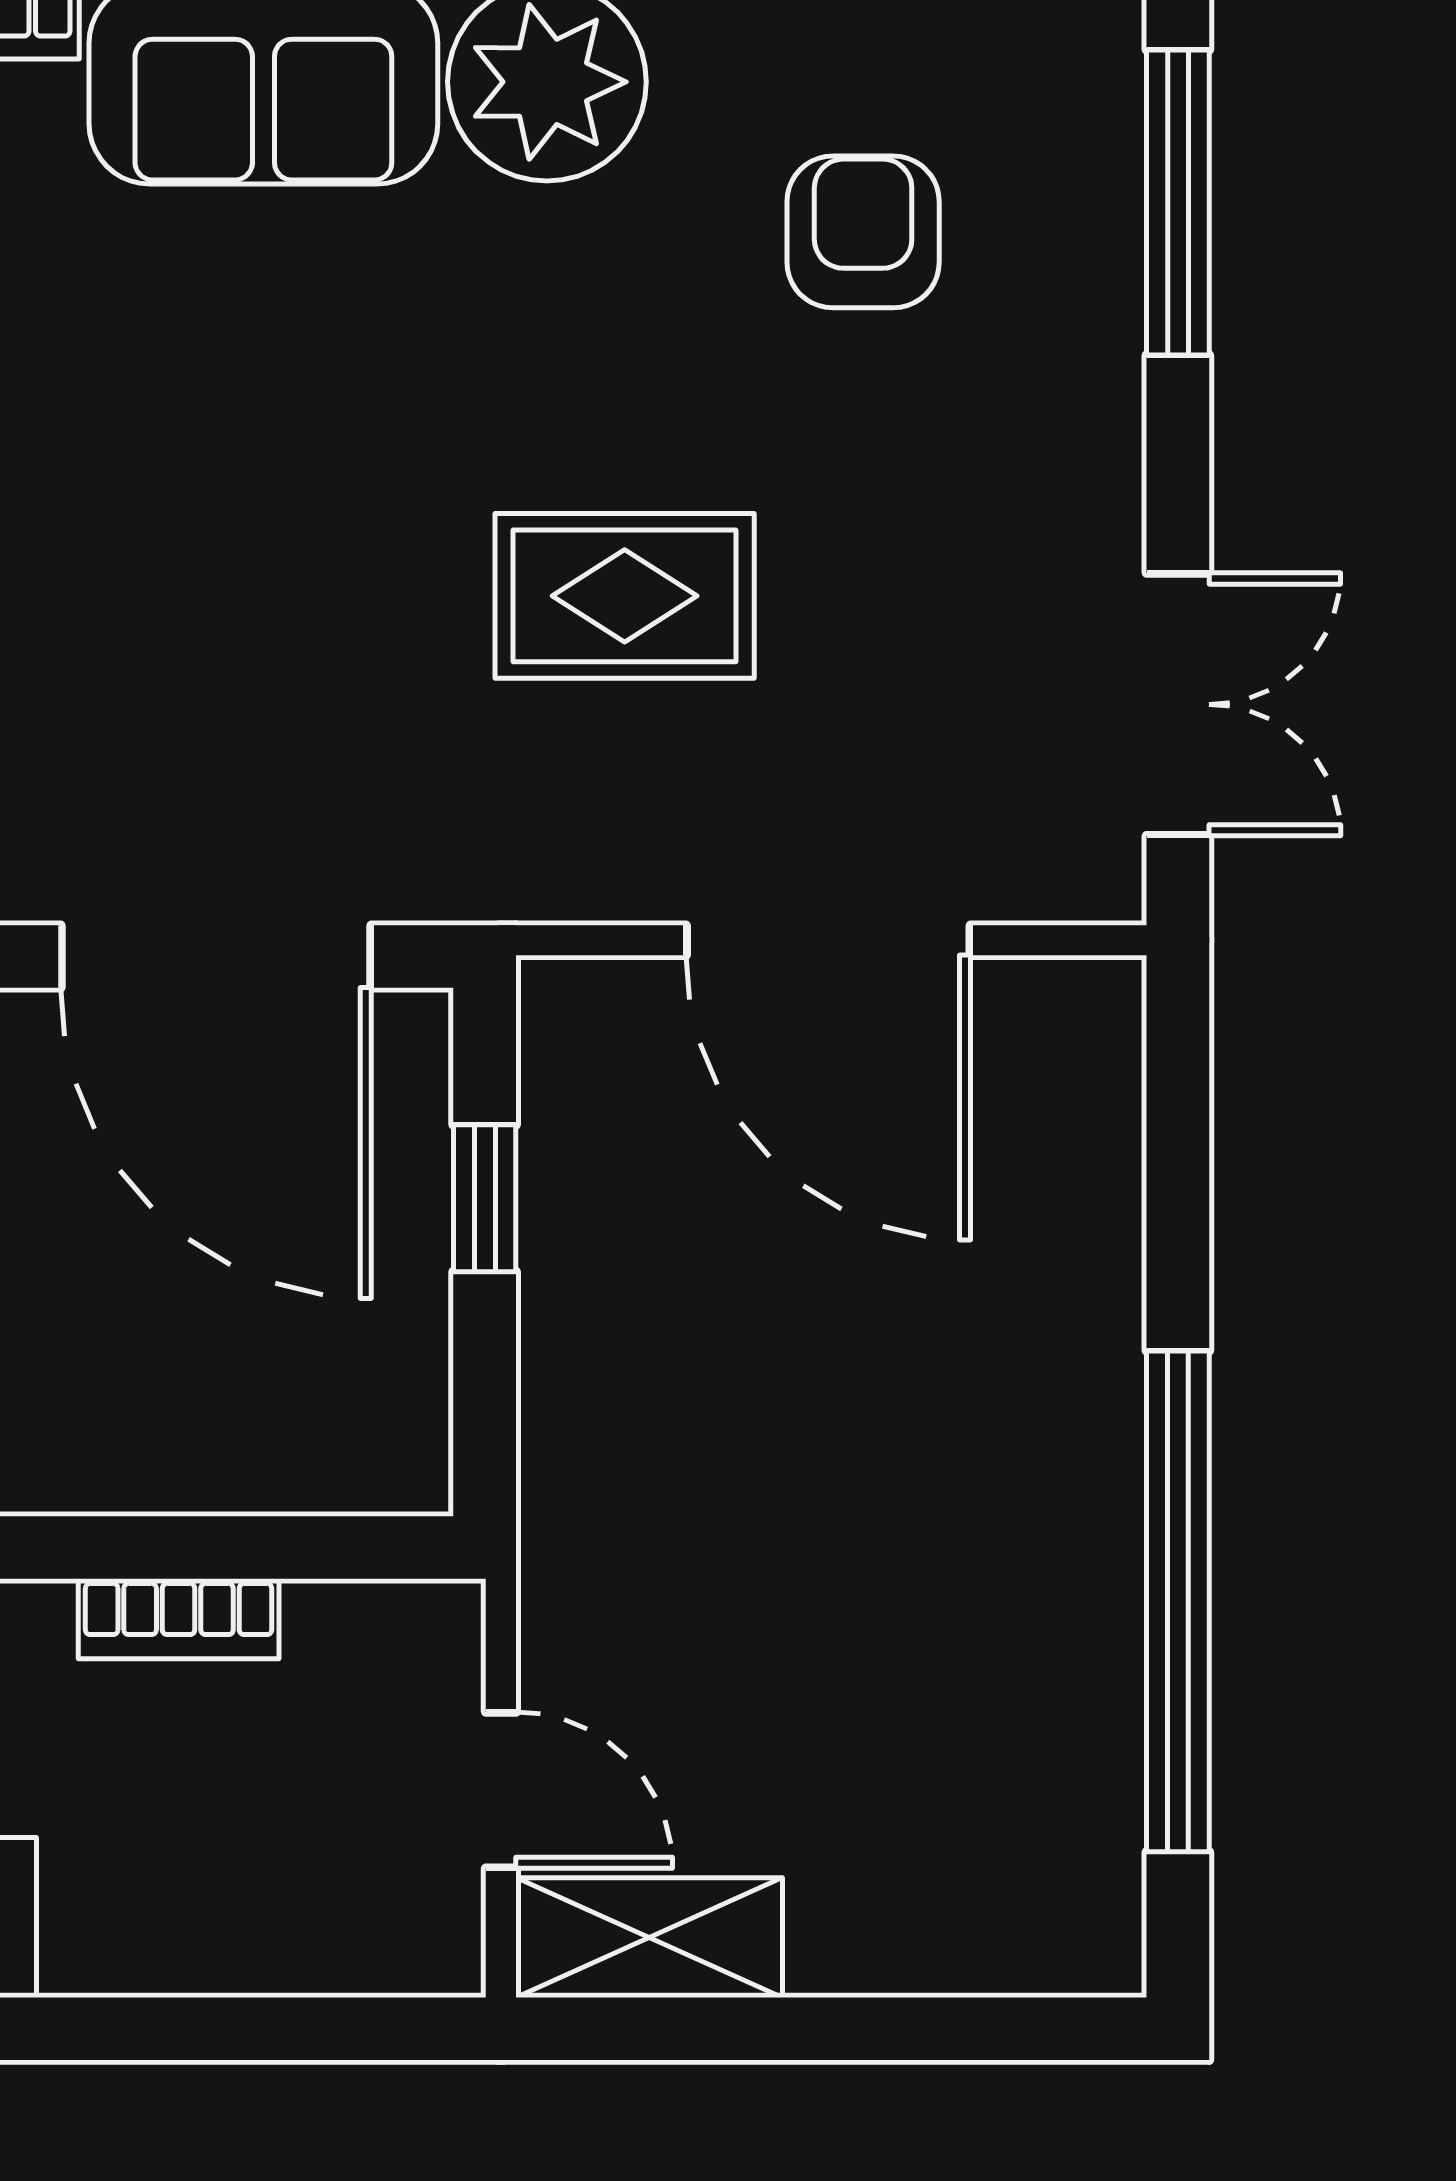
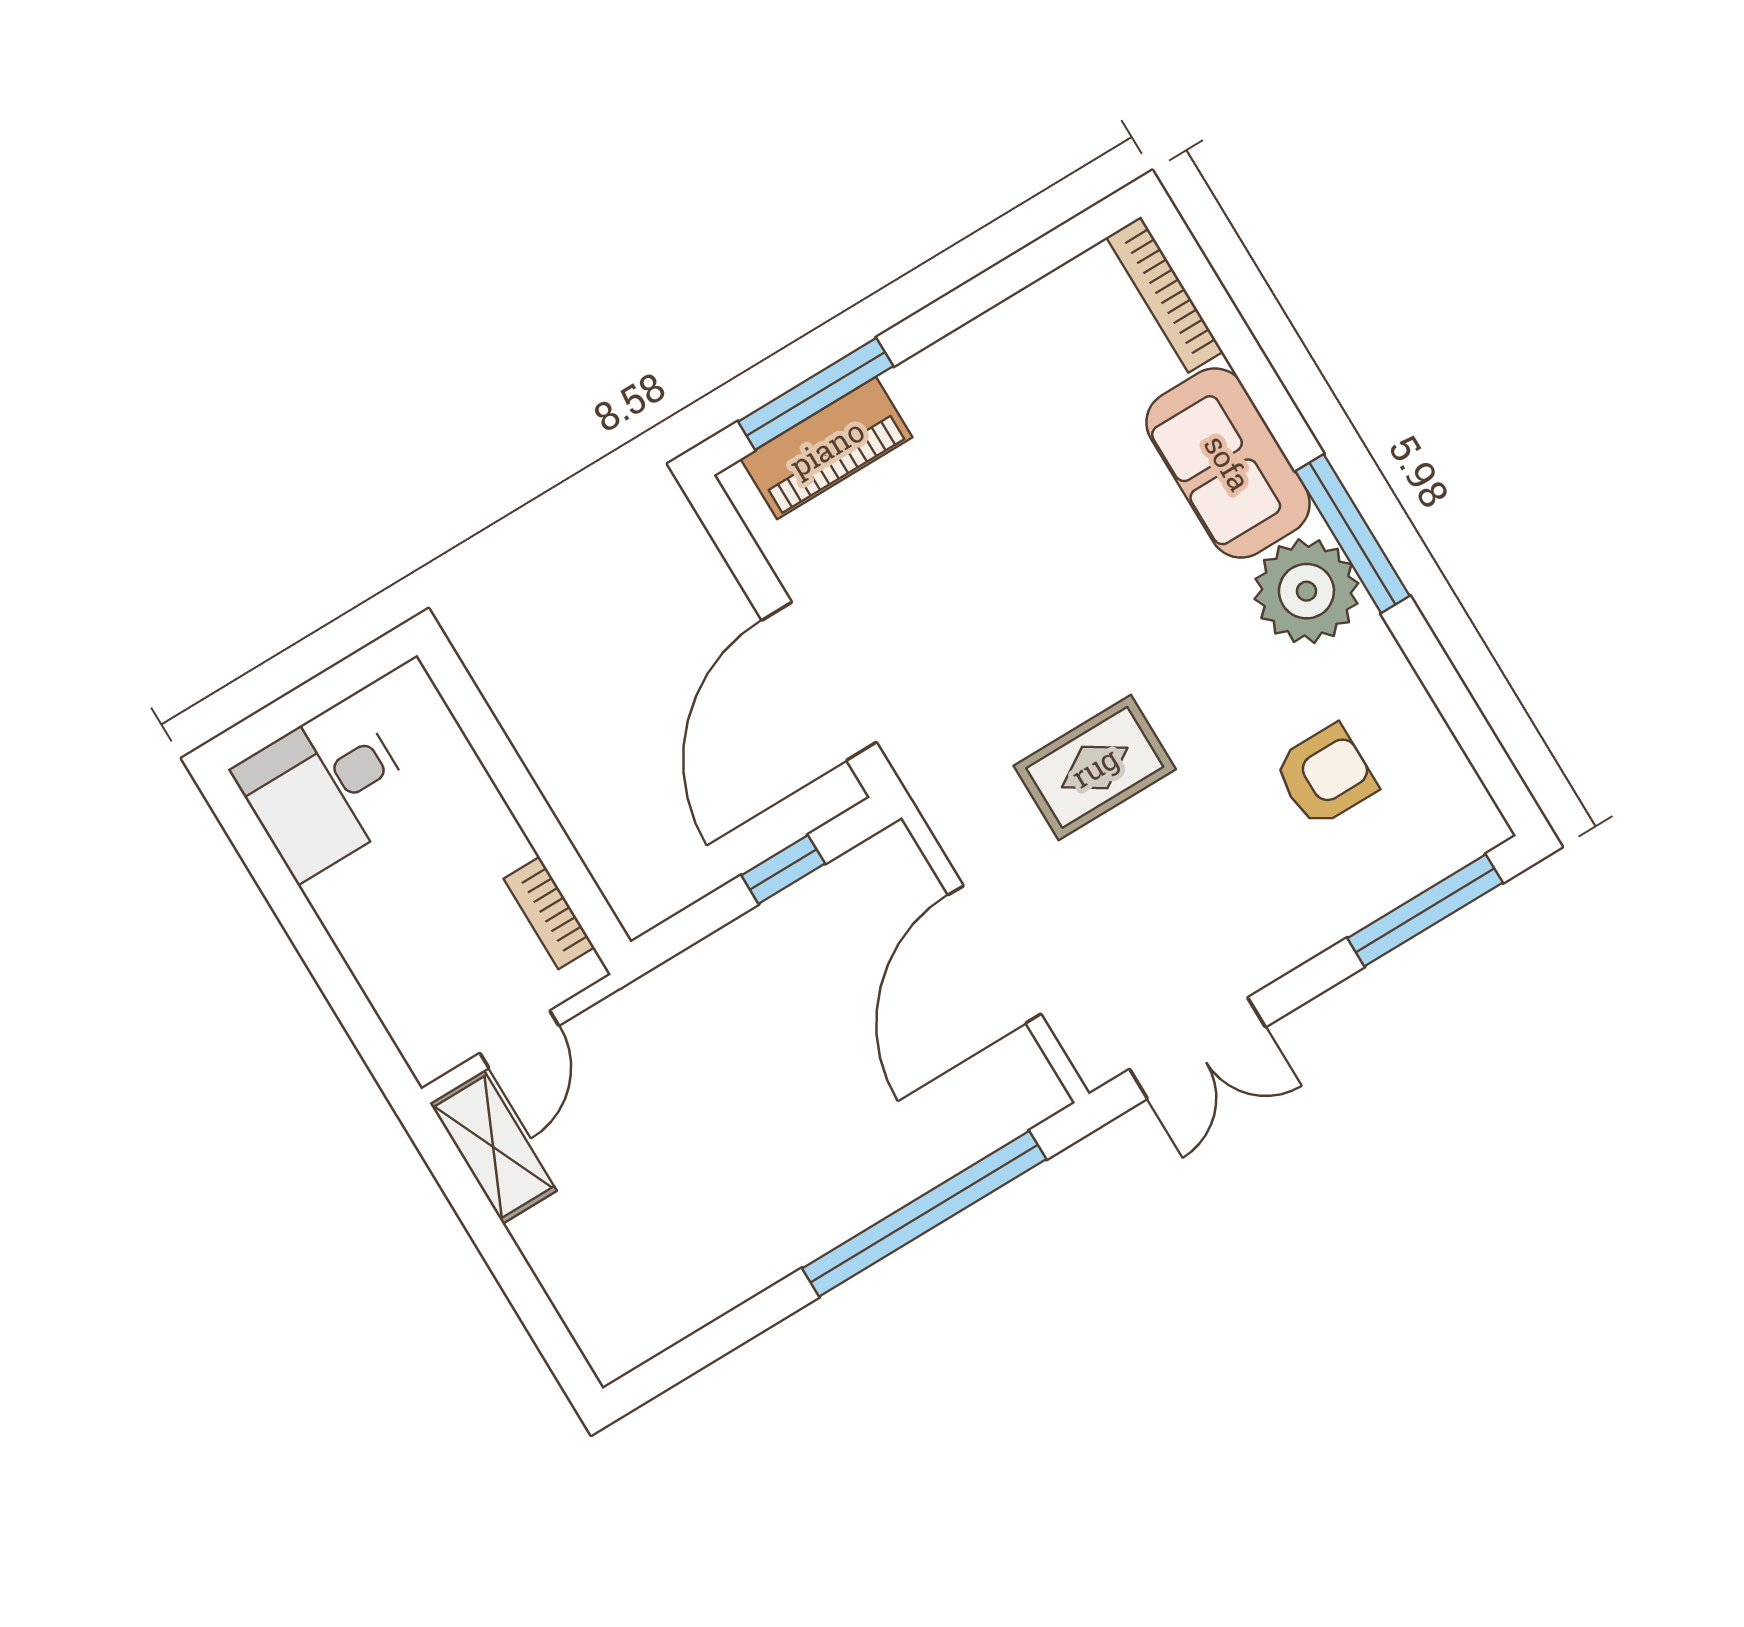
rug: (625, 596) -> (1095, 767), turned 90
window: (1178, 1601) -> (924, 1214), moved
bookcase: (179, 1619) -> (549, 913), moved

